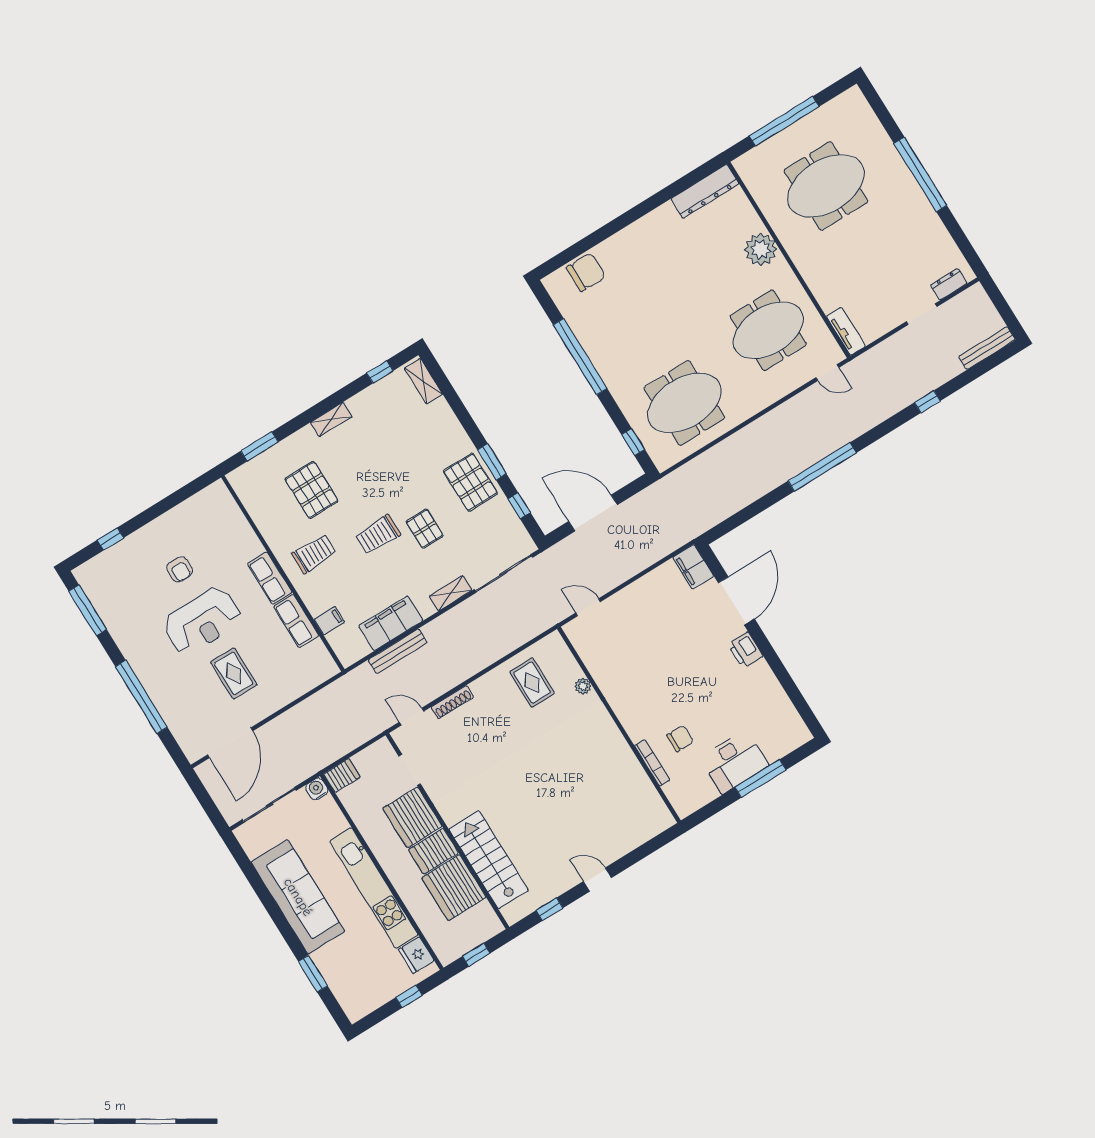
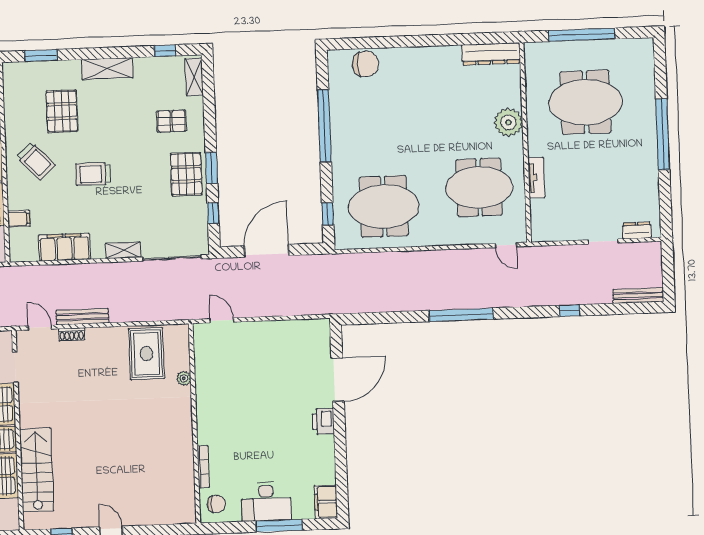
tv unit: (846, 331) -> (536, 178), moved
shelving: (331, 419) -> (107, 69), width x1.50, depth x1.33
door: (593, 513) -> (266, 251), hinge flipped
pallet: (425, 529) -> (171, 121), moved, turned 90
trolley: (314, 554) -> (36, 161), turned 47
filing cabinet: (693, 567) -> (326, 502), moved
bench: (398, 651) -> (82, 317), moved
rug: (532, 683) -> (146, 354), width x1.36, depth x1.43
shoe rack: (452, 702) -> (72, 334), width x0.70
chair: (680, 738) -> (216, 504), moved

